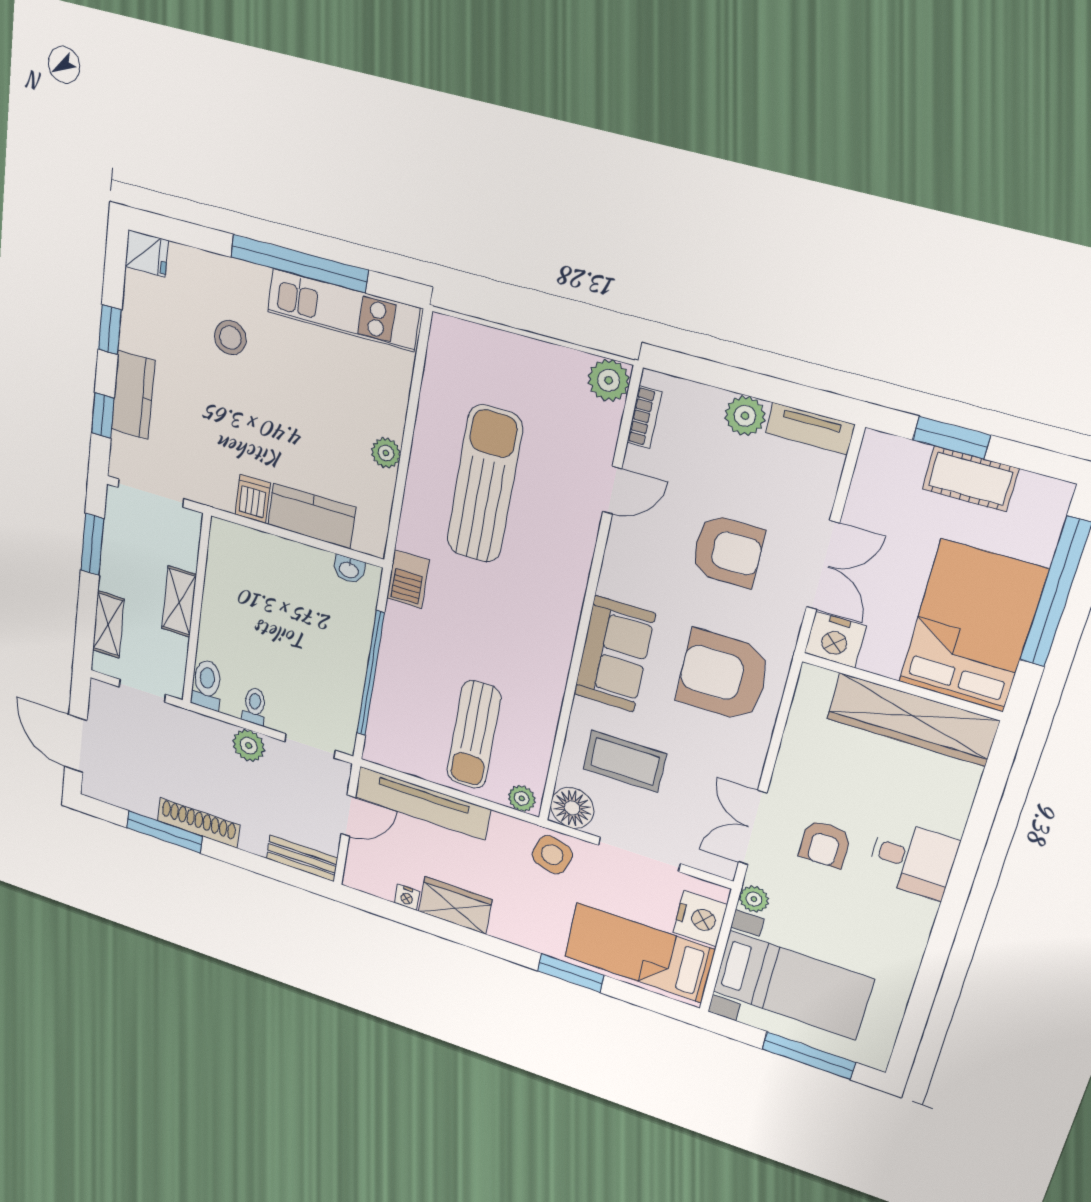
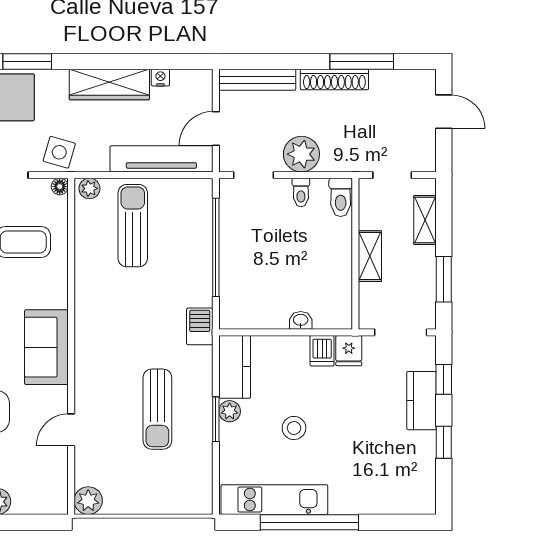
fridge: (147, 253) -> (349, 351), moved, turned -90
stool: (230, 338) -> (294, 428), moved
bookcase: (644, 417) -> (60, 483), removed
window: (406, 447) -> (216, 419), added
sun lounger: (484, 484) -> (157, 409), width x0.73, depth x0.75
kitchen counter: (312, 516) -> (235, 367), moved, turned -90
washbasin: (349, 569) -> (301, 320), moved
sofa: (614, 654) -> (46, 347), moved
door: (76, 744) -> (444, 112), width x0.73
plant: (249, 746) -> (301, 154), width x1.36, depth x1.36
floor lamp: (572, 808) -> (60, 186), width x0.53, depth x0.53
bench: (302, 858) -> (257, 80), width x1.36
wardrobe: (455, 905) -> (109, 84), width x1.50

